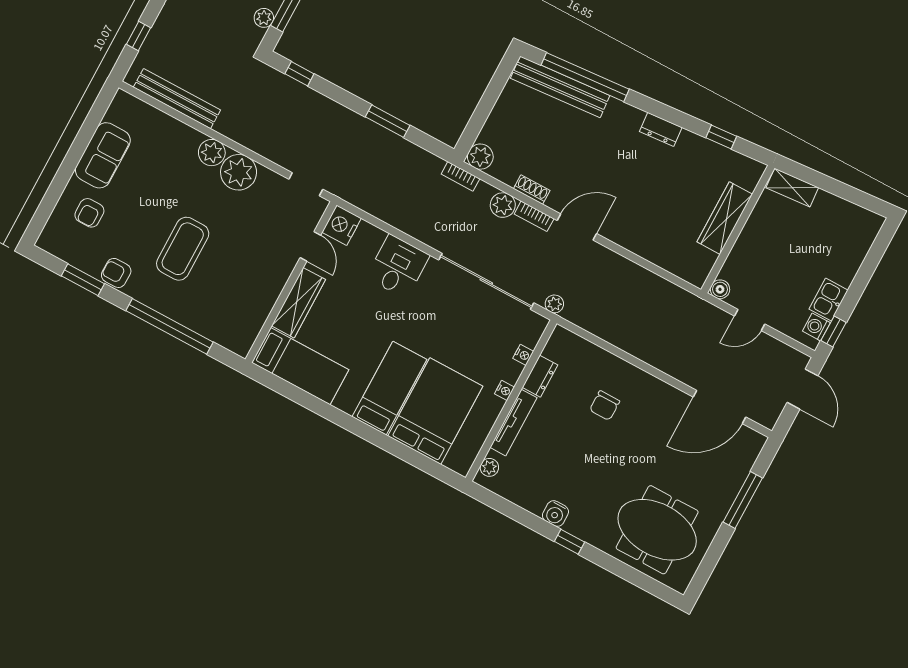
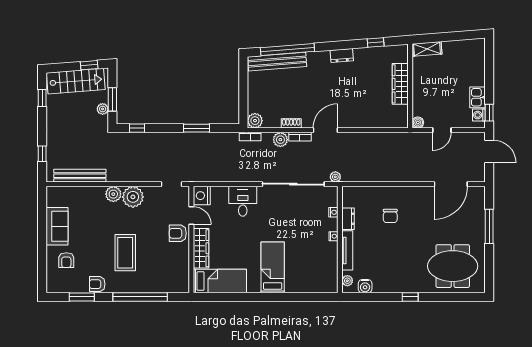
armchair: (276, 262) -> (178, 233), added
bed: (435, 411) -> (303, 266), removed
water cooler: (555, 514) -> (365, 286), moved

